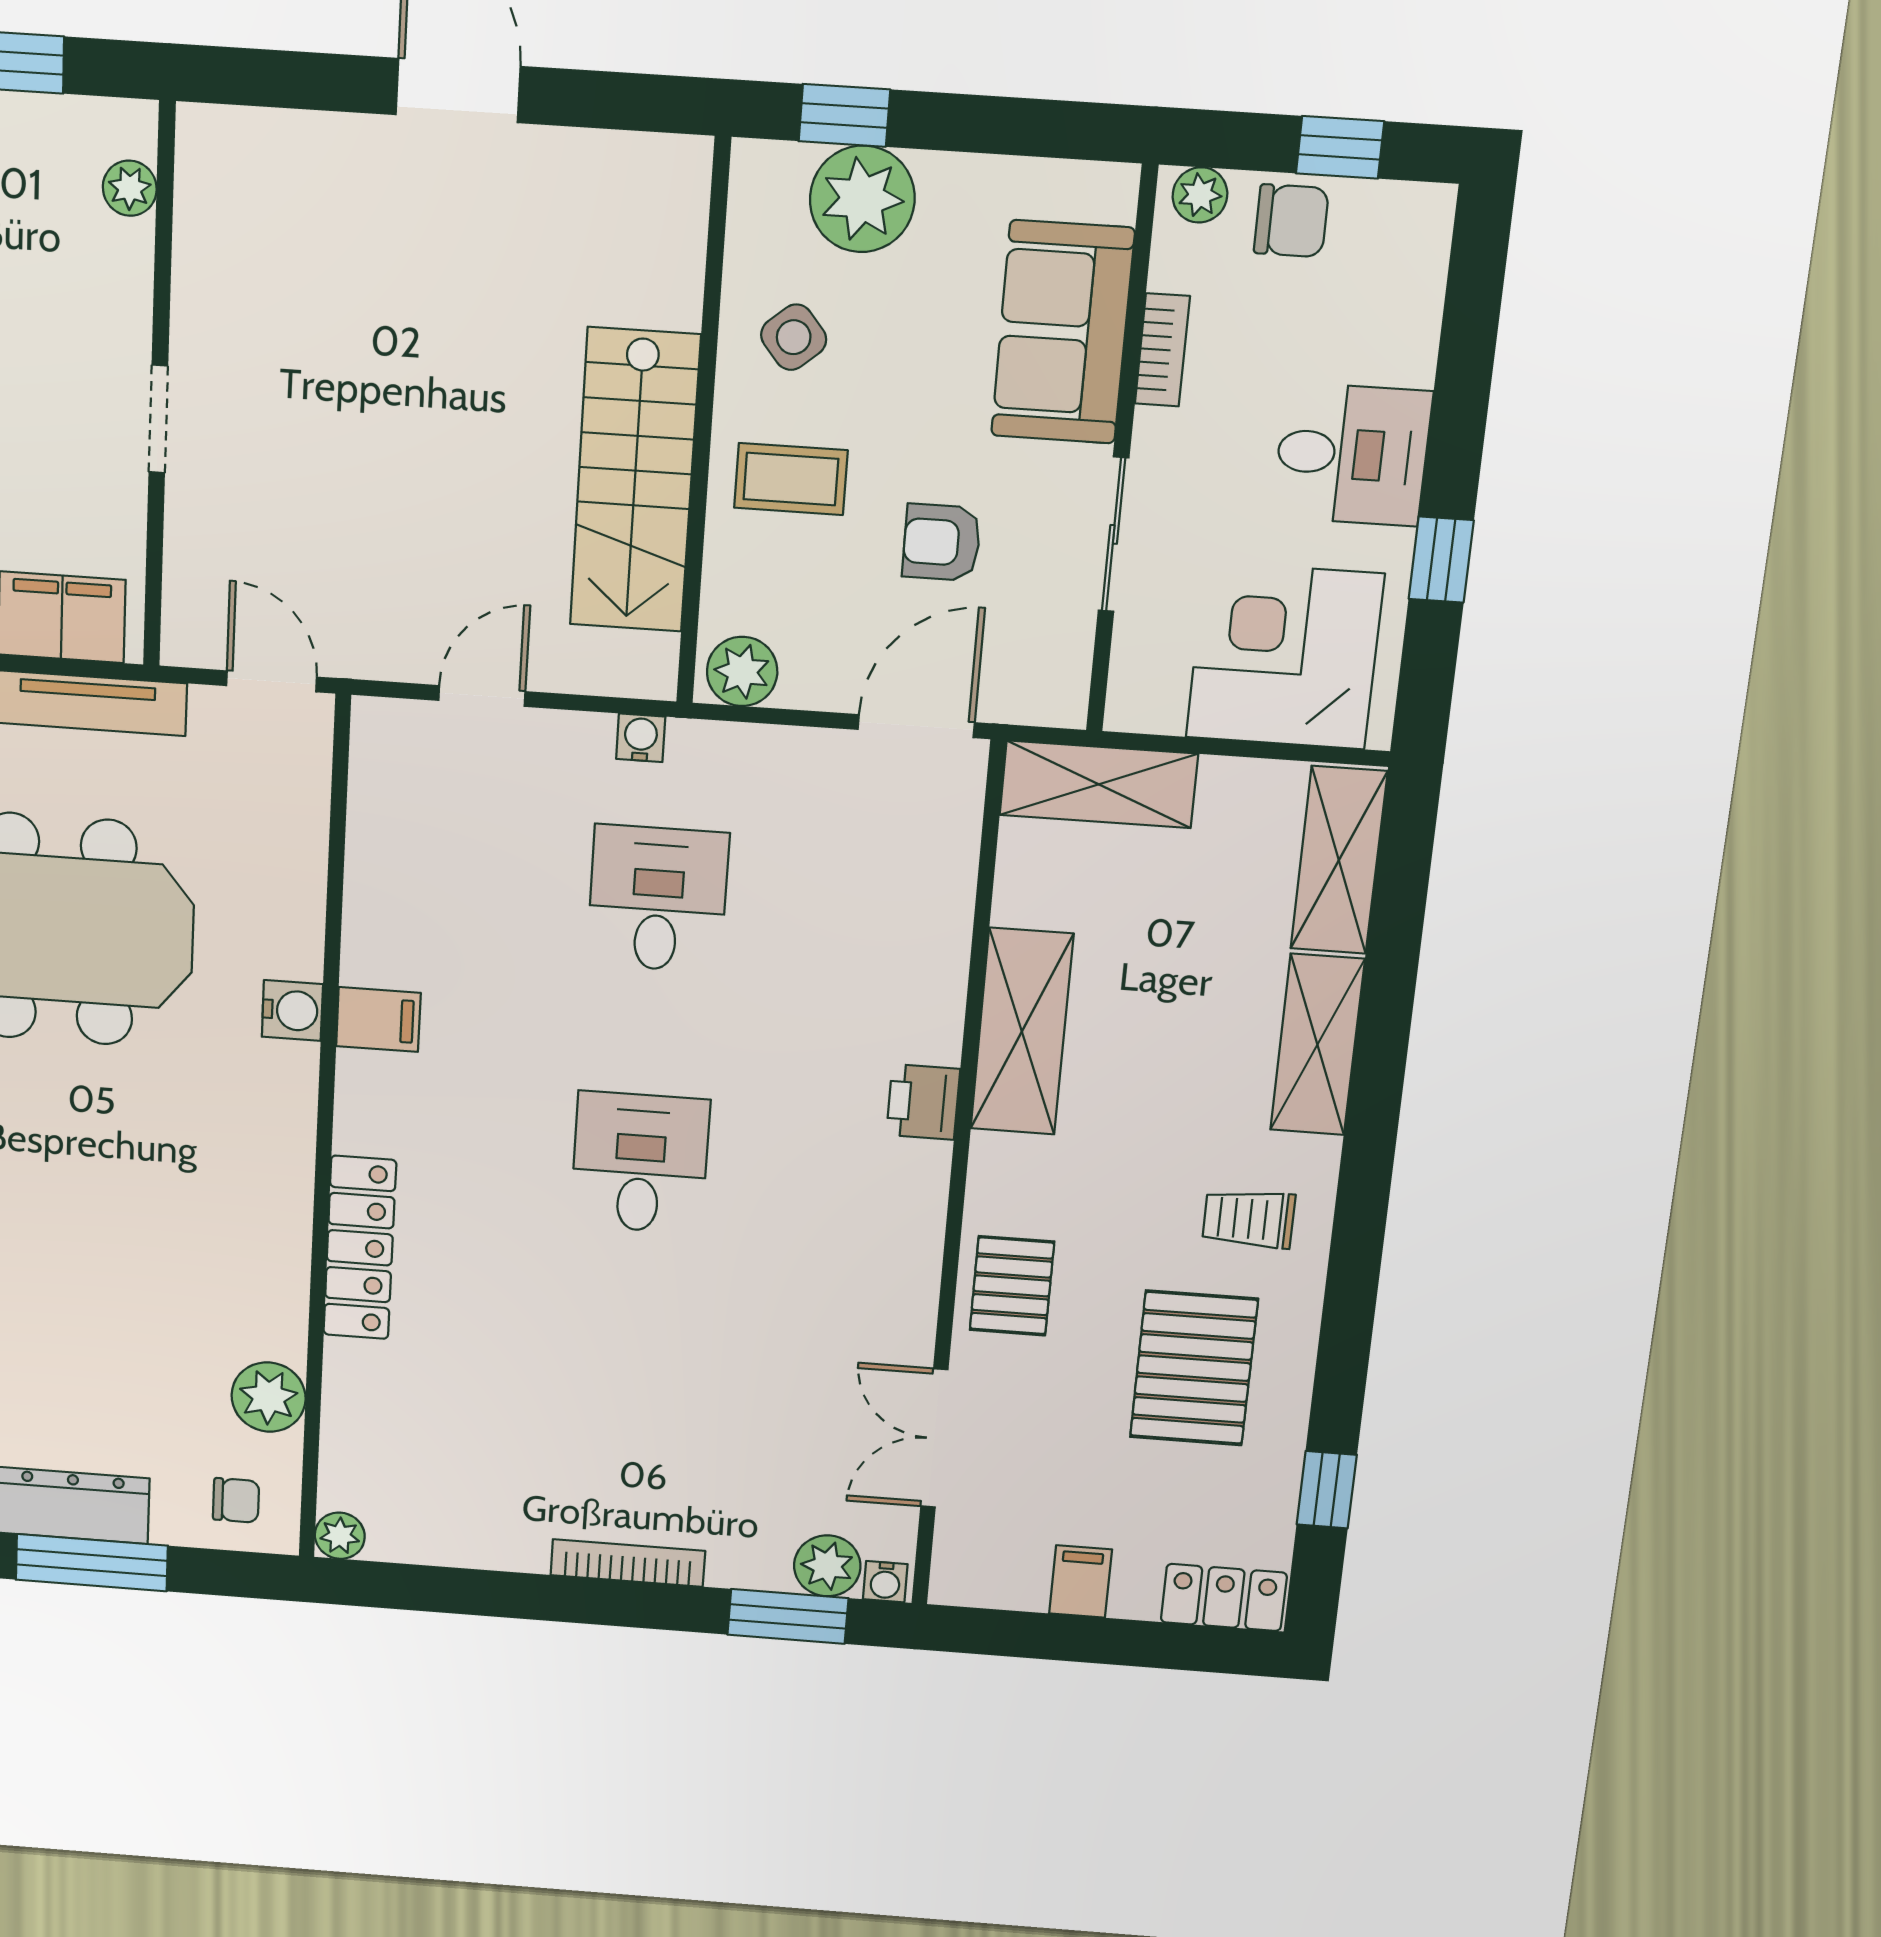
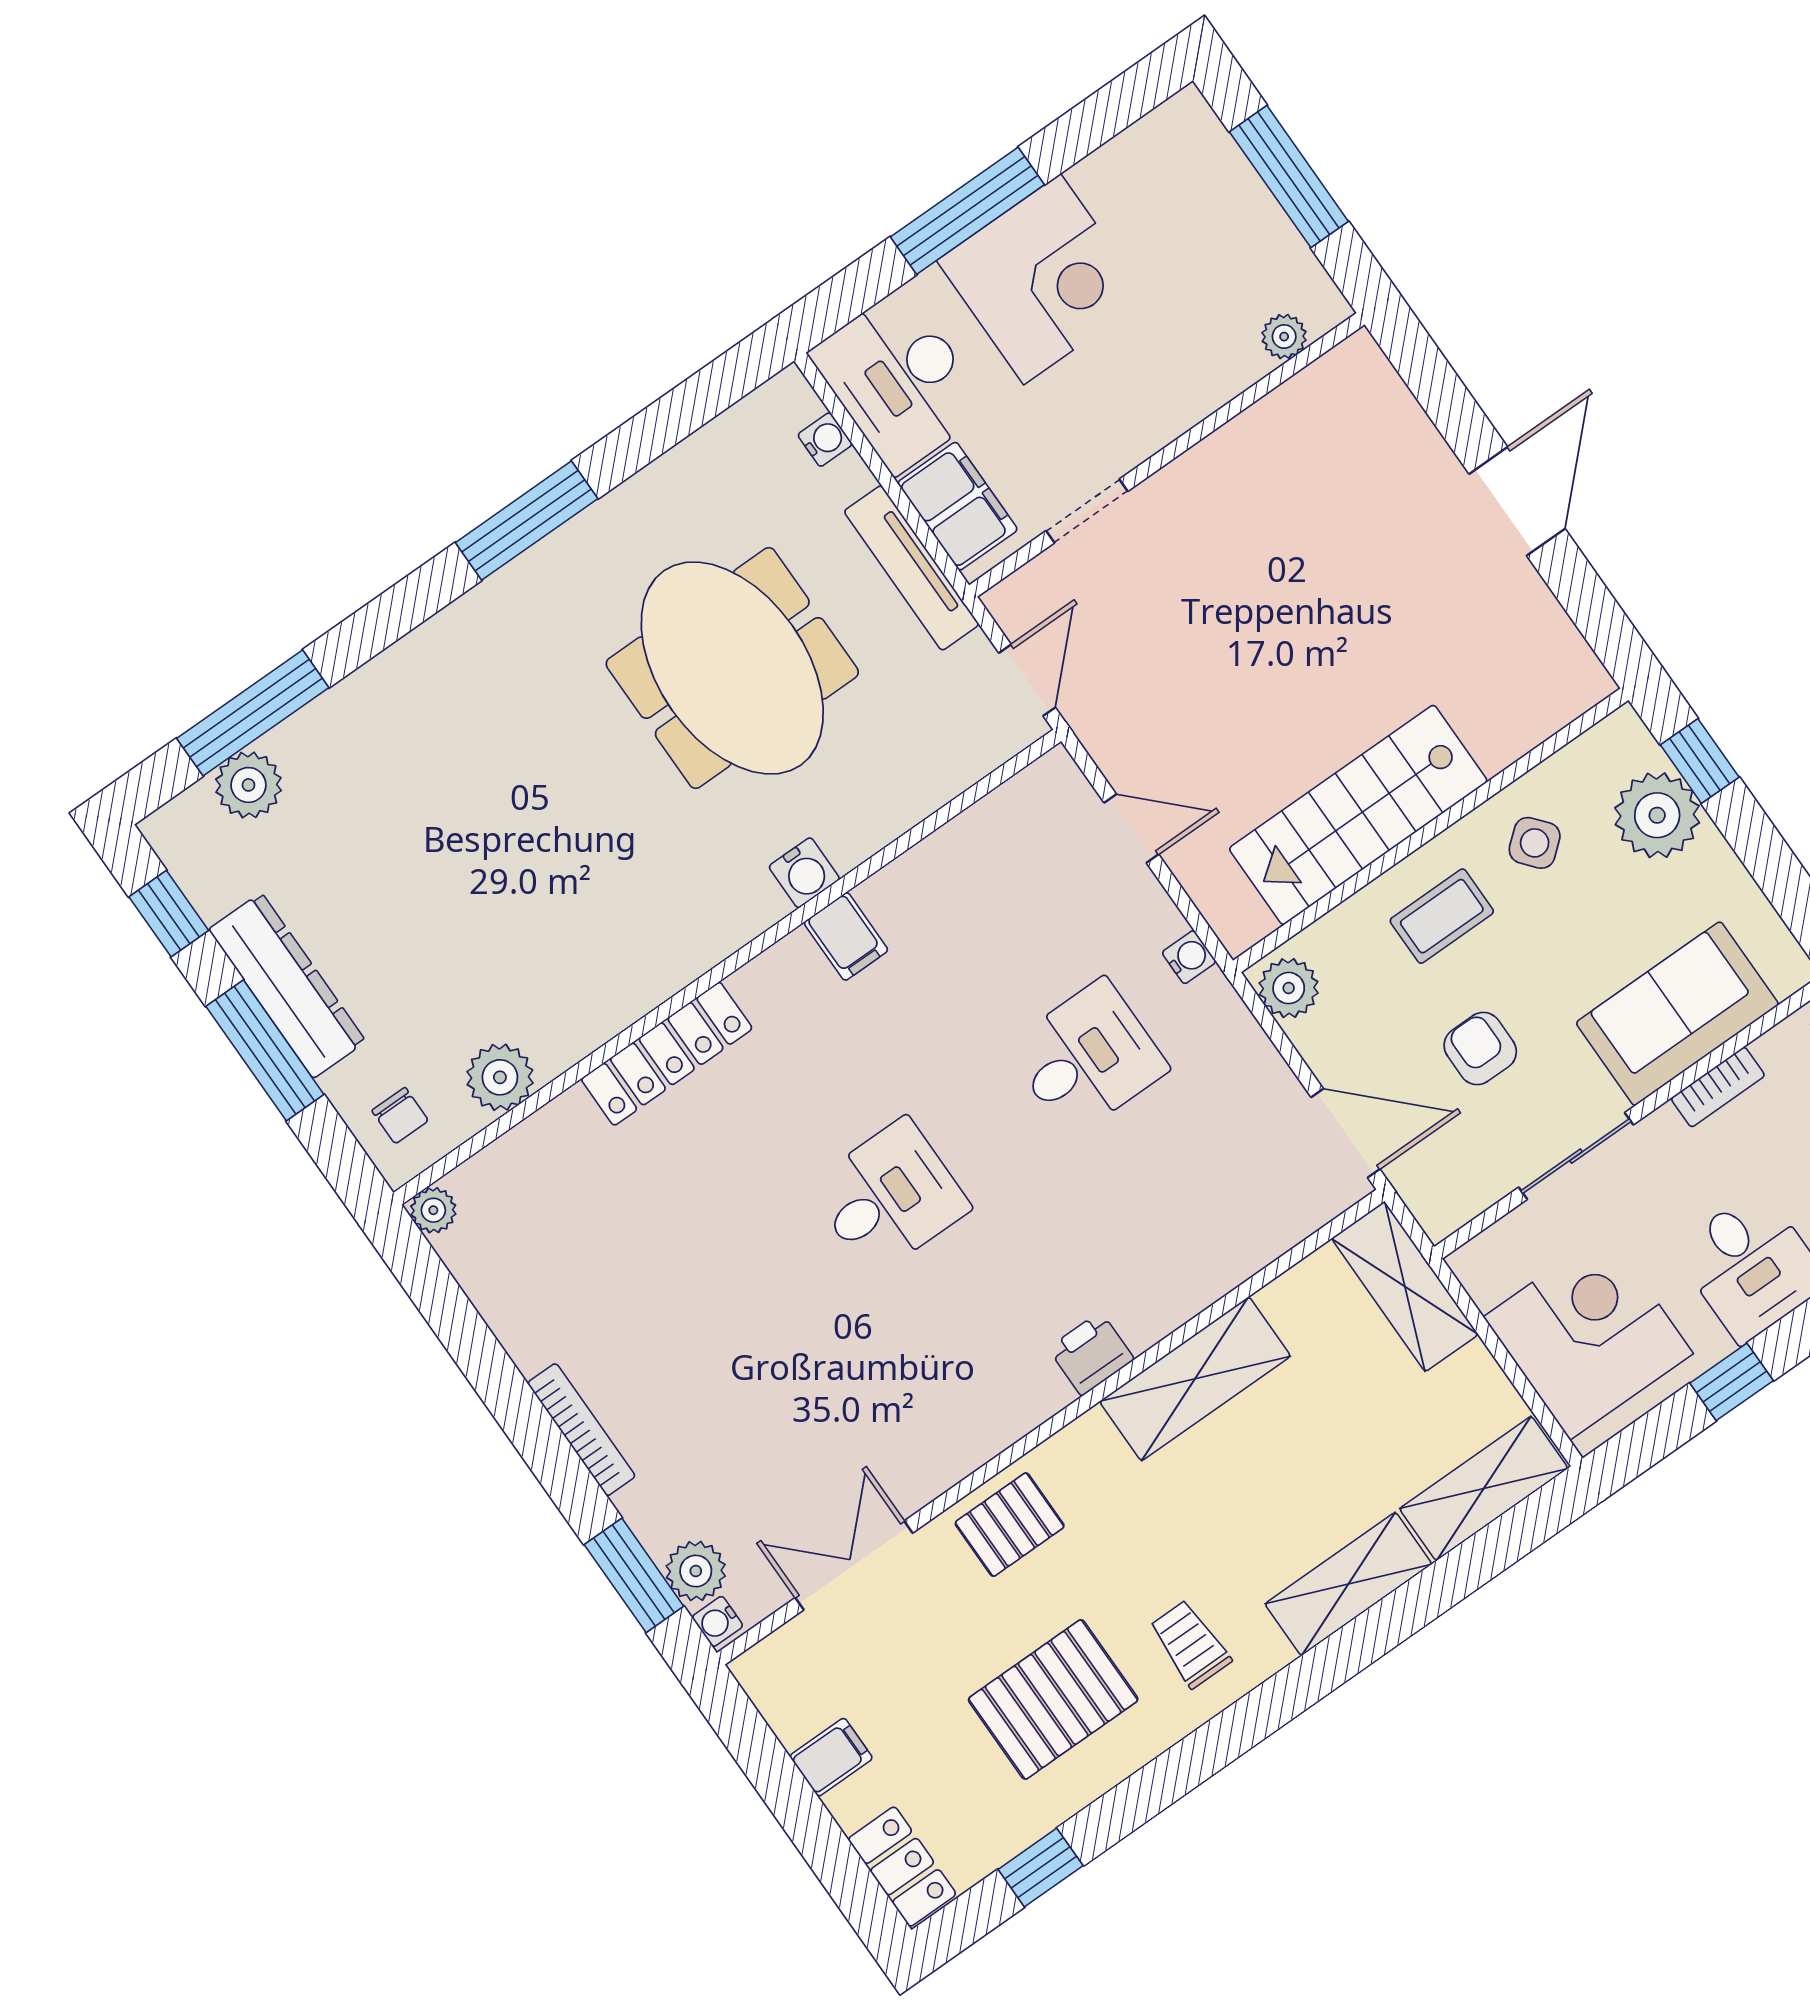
doorway: (158, 419) -> (1087, 511), moved
coffee table: (791, 479) -> (1442, 916), turned 90

